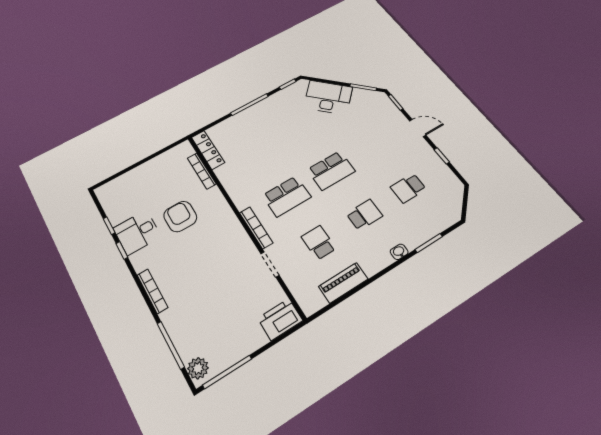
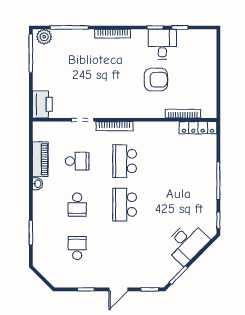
washbasin: (399, 252) -> (37, 184), moved

